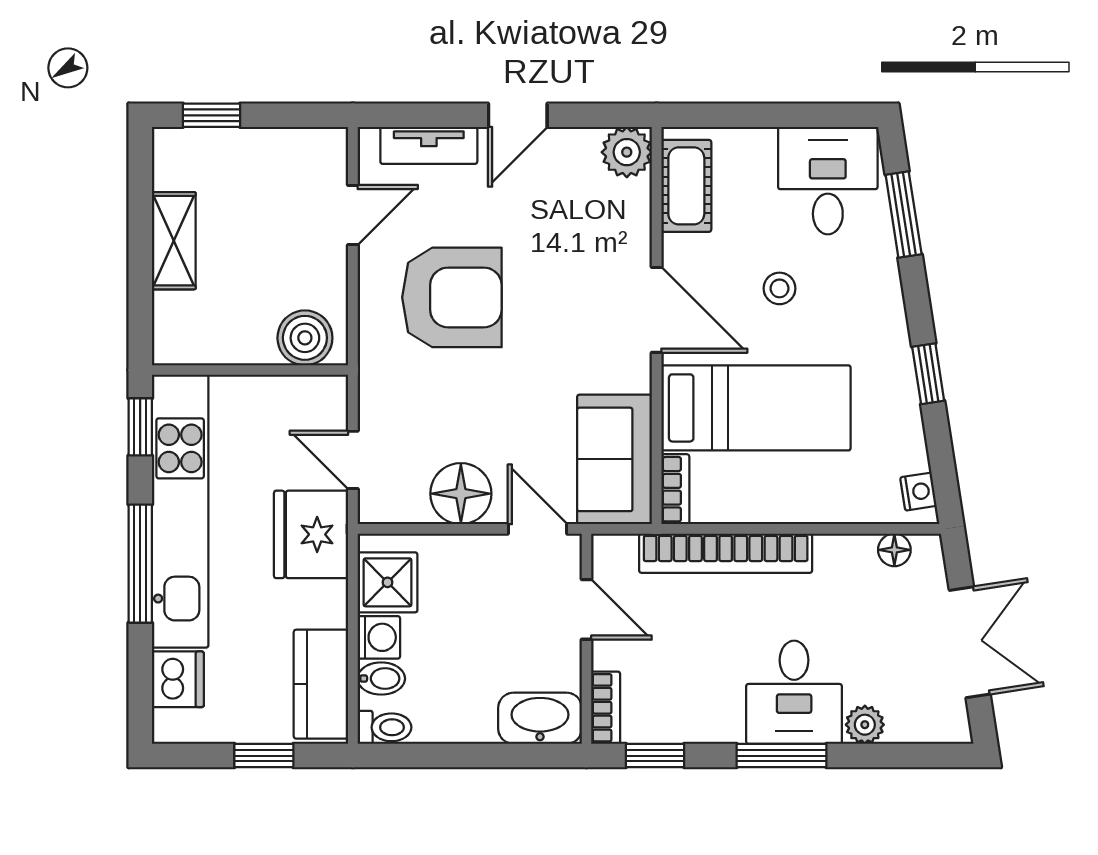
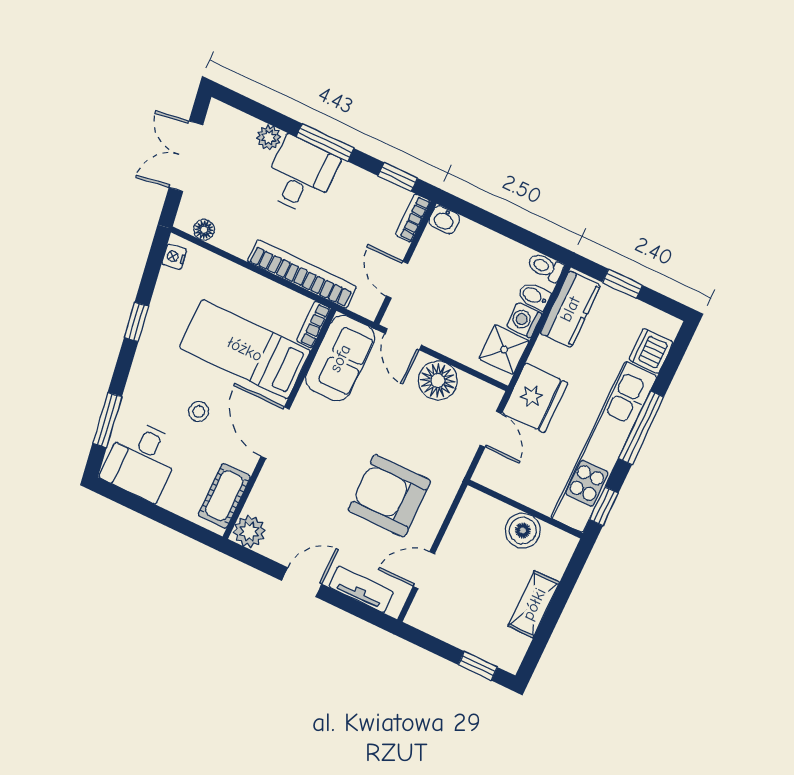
boiler: (305, 338) -> (523, 531), moved
washbasin: (540, 718) -> (444, 220), width x0.52, depth x0.69

